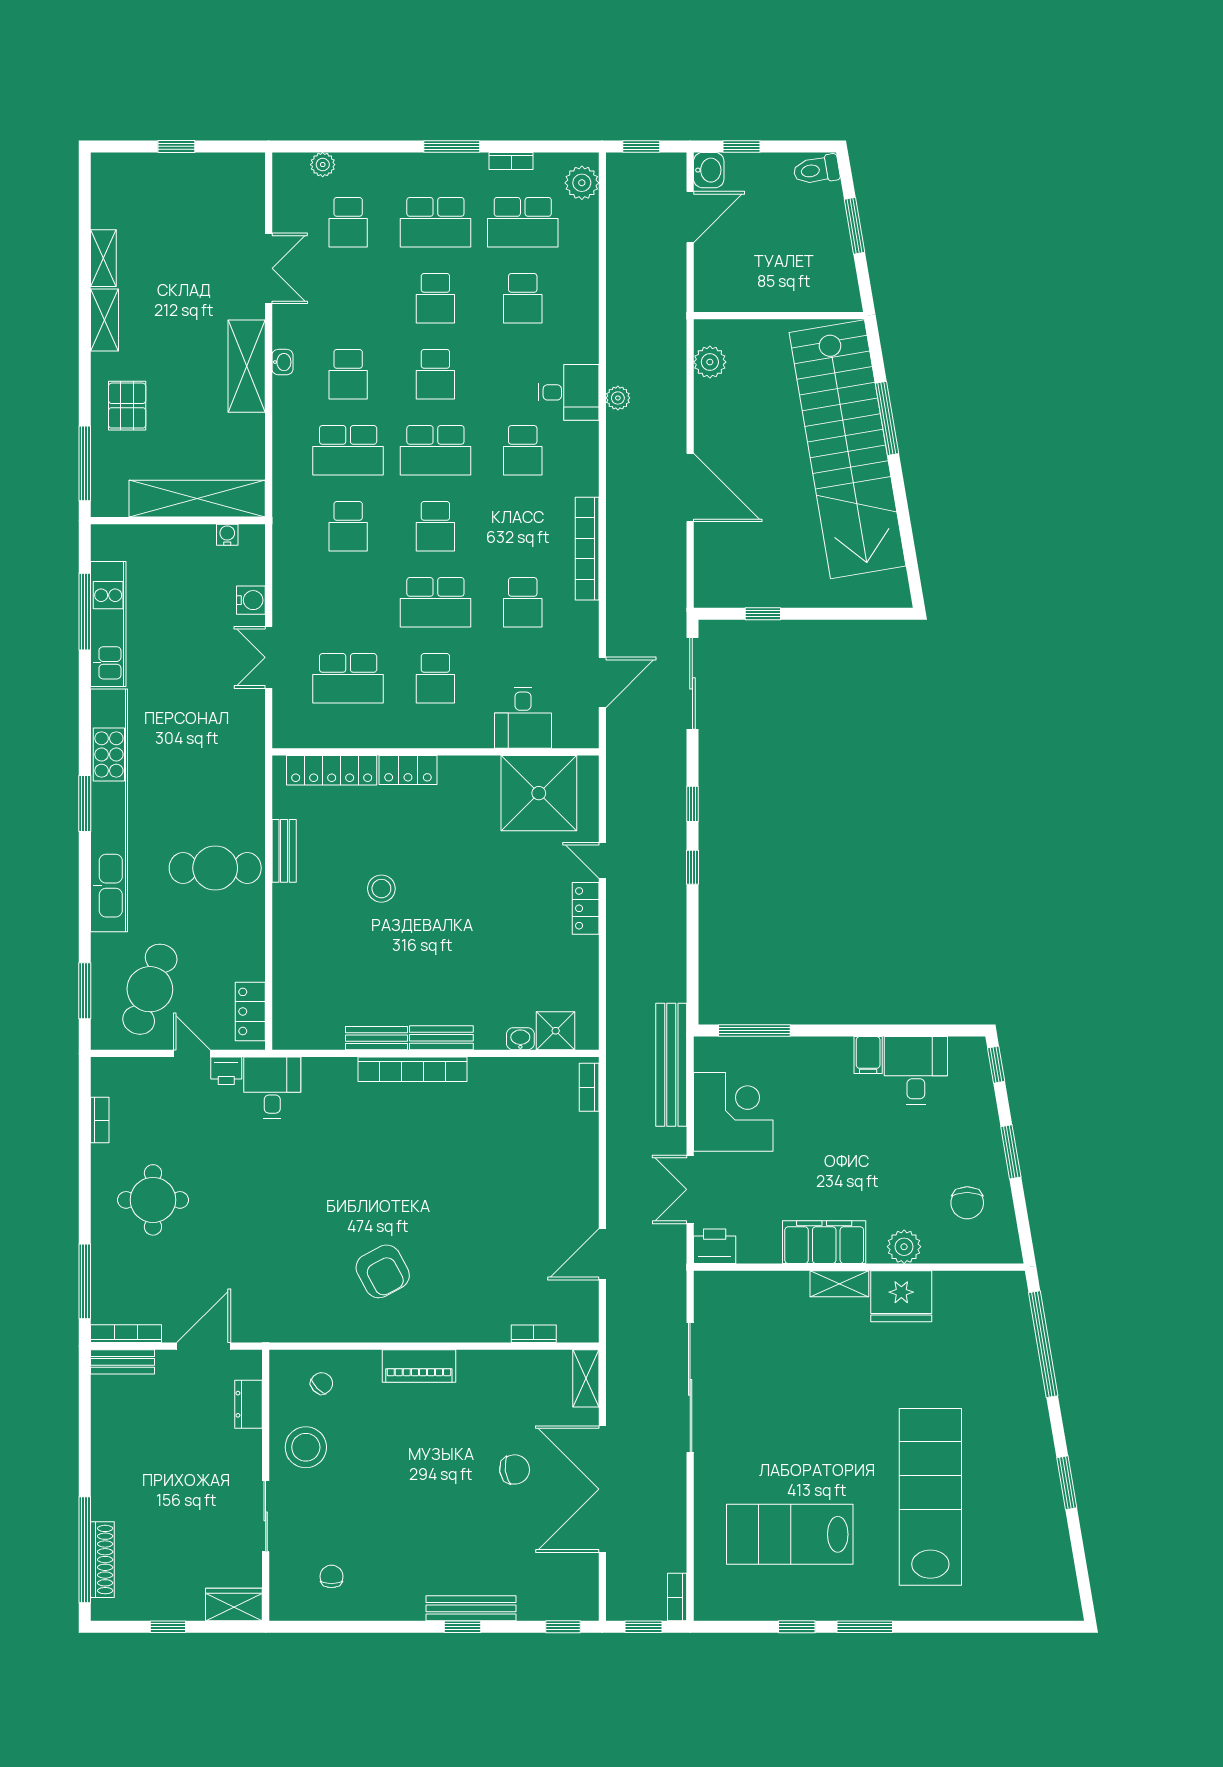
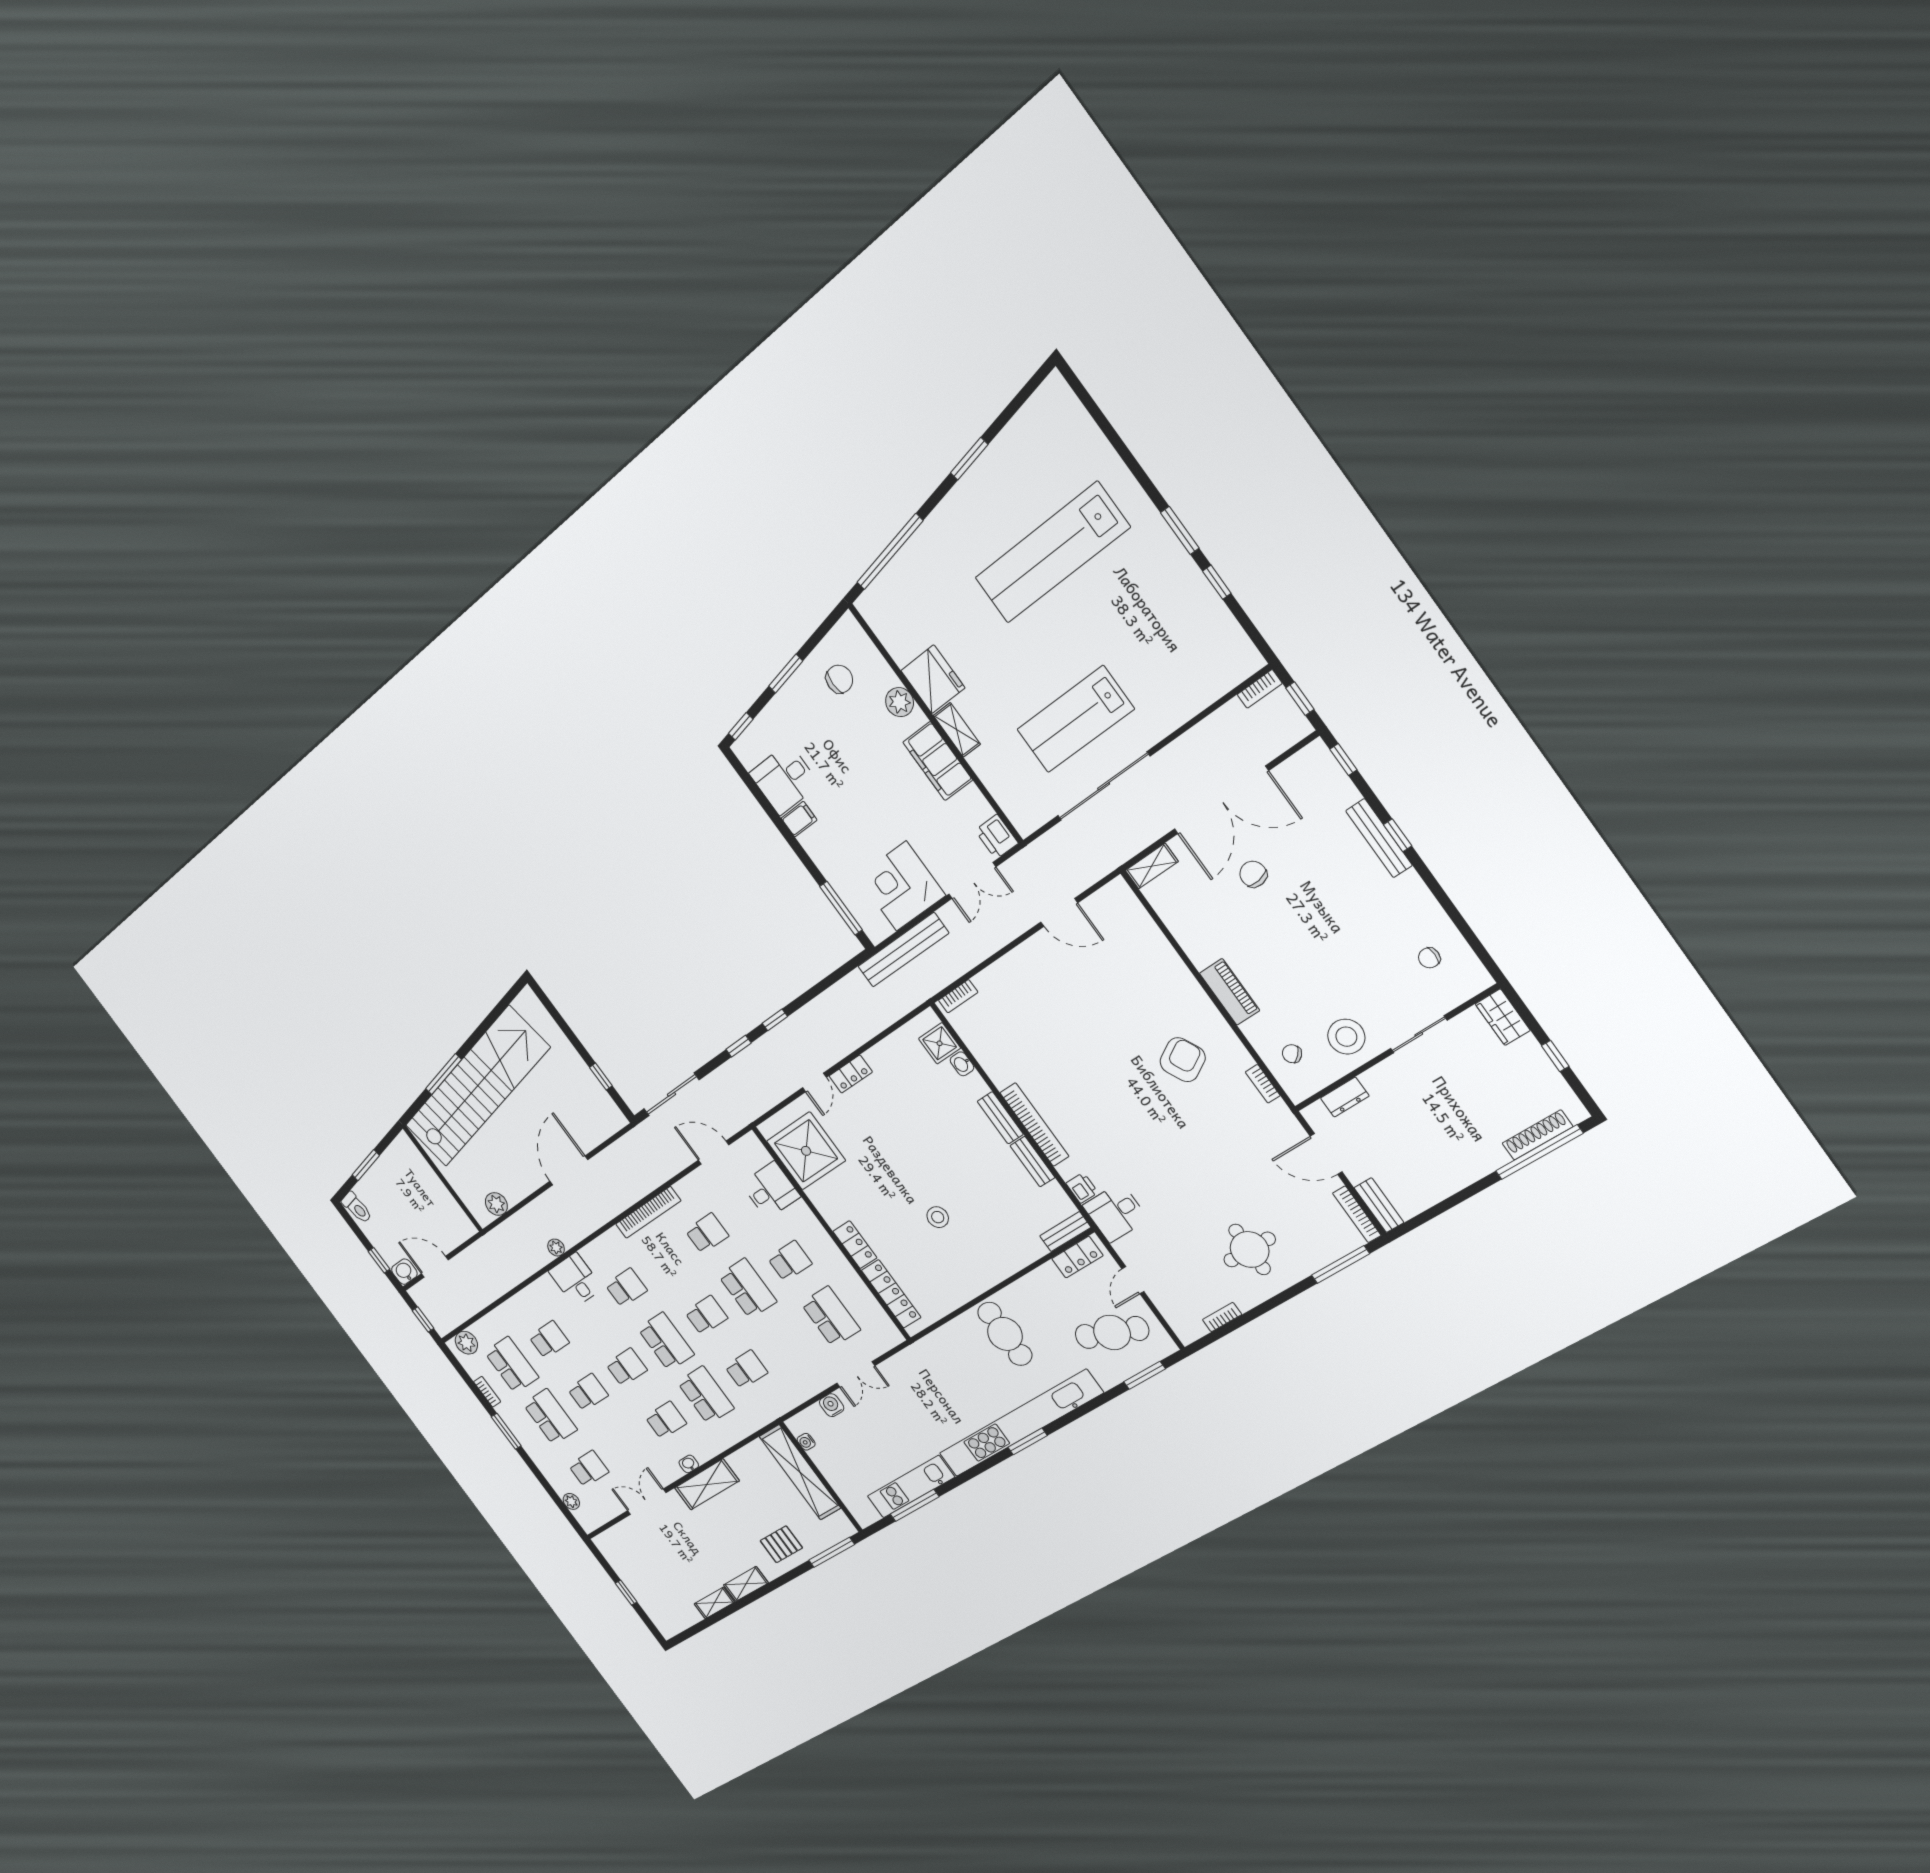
bench: (284, 851) -> (1065, 1232), moved
printer: (226, 1071) -> (1082, 1188), moved
bookcase: (534, 1334) -> (1263, 1084), moved
lab bench: (790, 1534) -> (1075, 719), moved, turned 90

